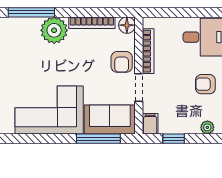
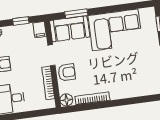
window: (31, 12) -> (138, 100), removed
plant: (54, 30) -> (119, 89), removed
armchair: (122, 62) -> (67, 72), turned 90
window: (98, 139) -> (76, 14), width x0.69

